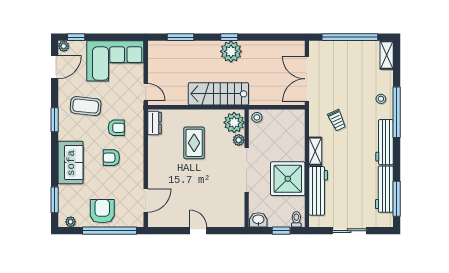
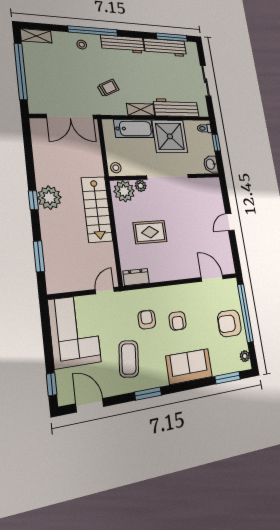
plant: (64, 46) -> (64, 398), removed
bathtub: (296, 141) -> (134, 129), added

